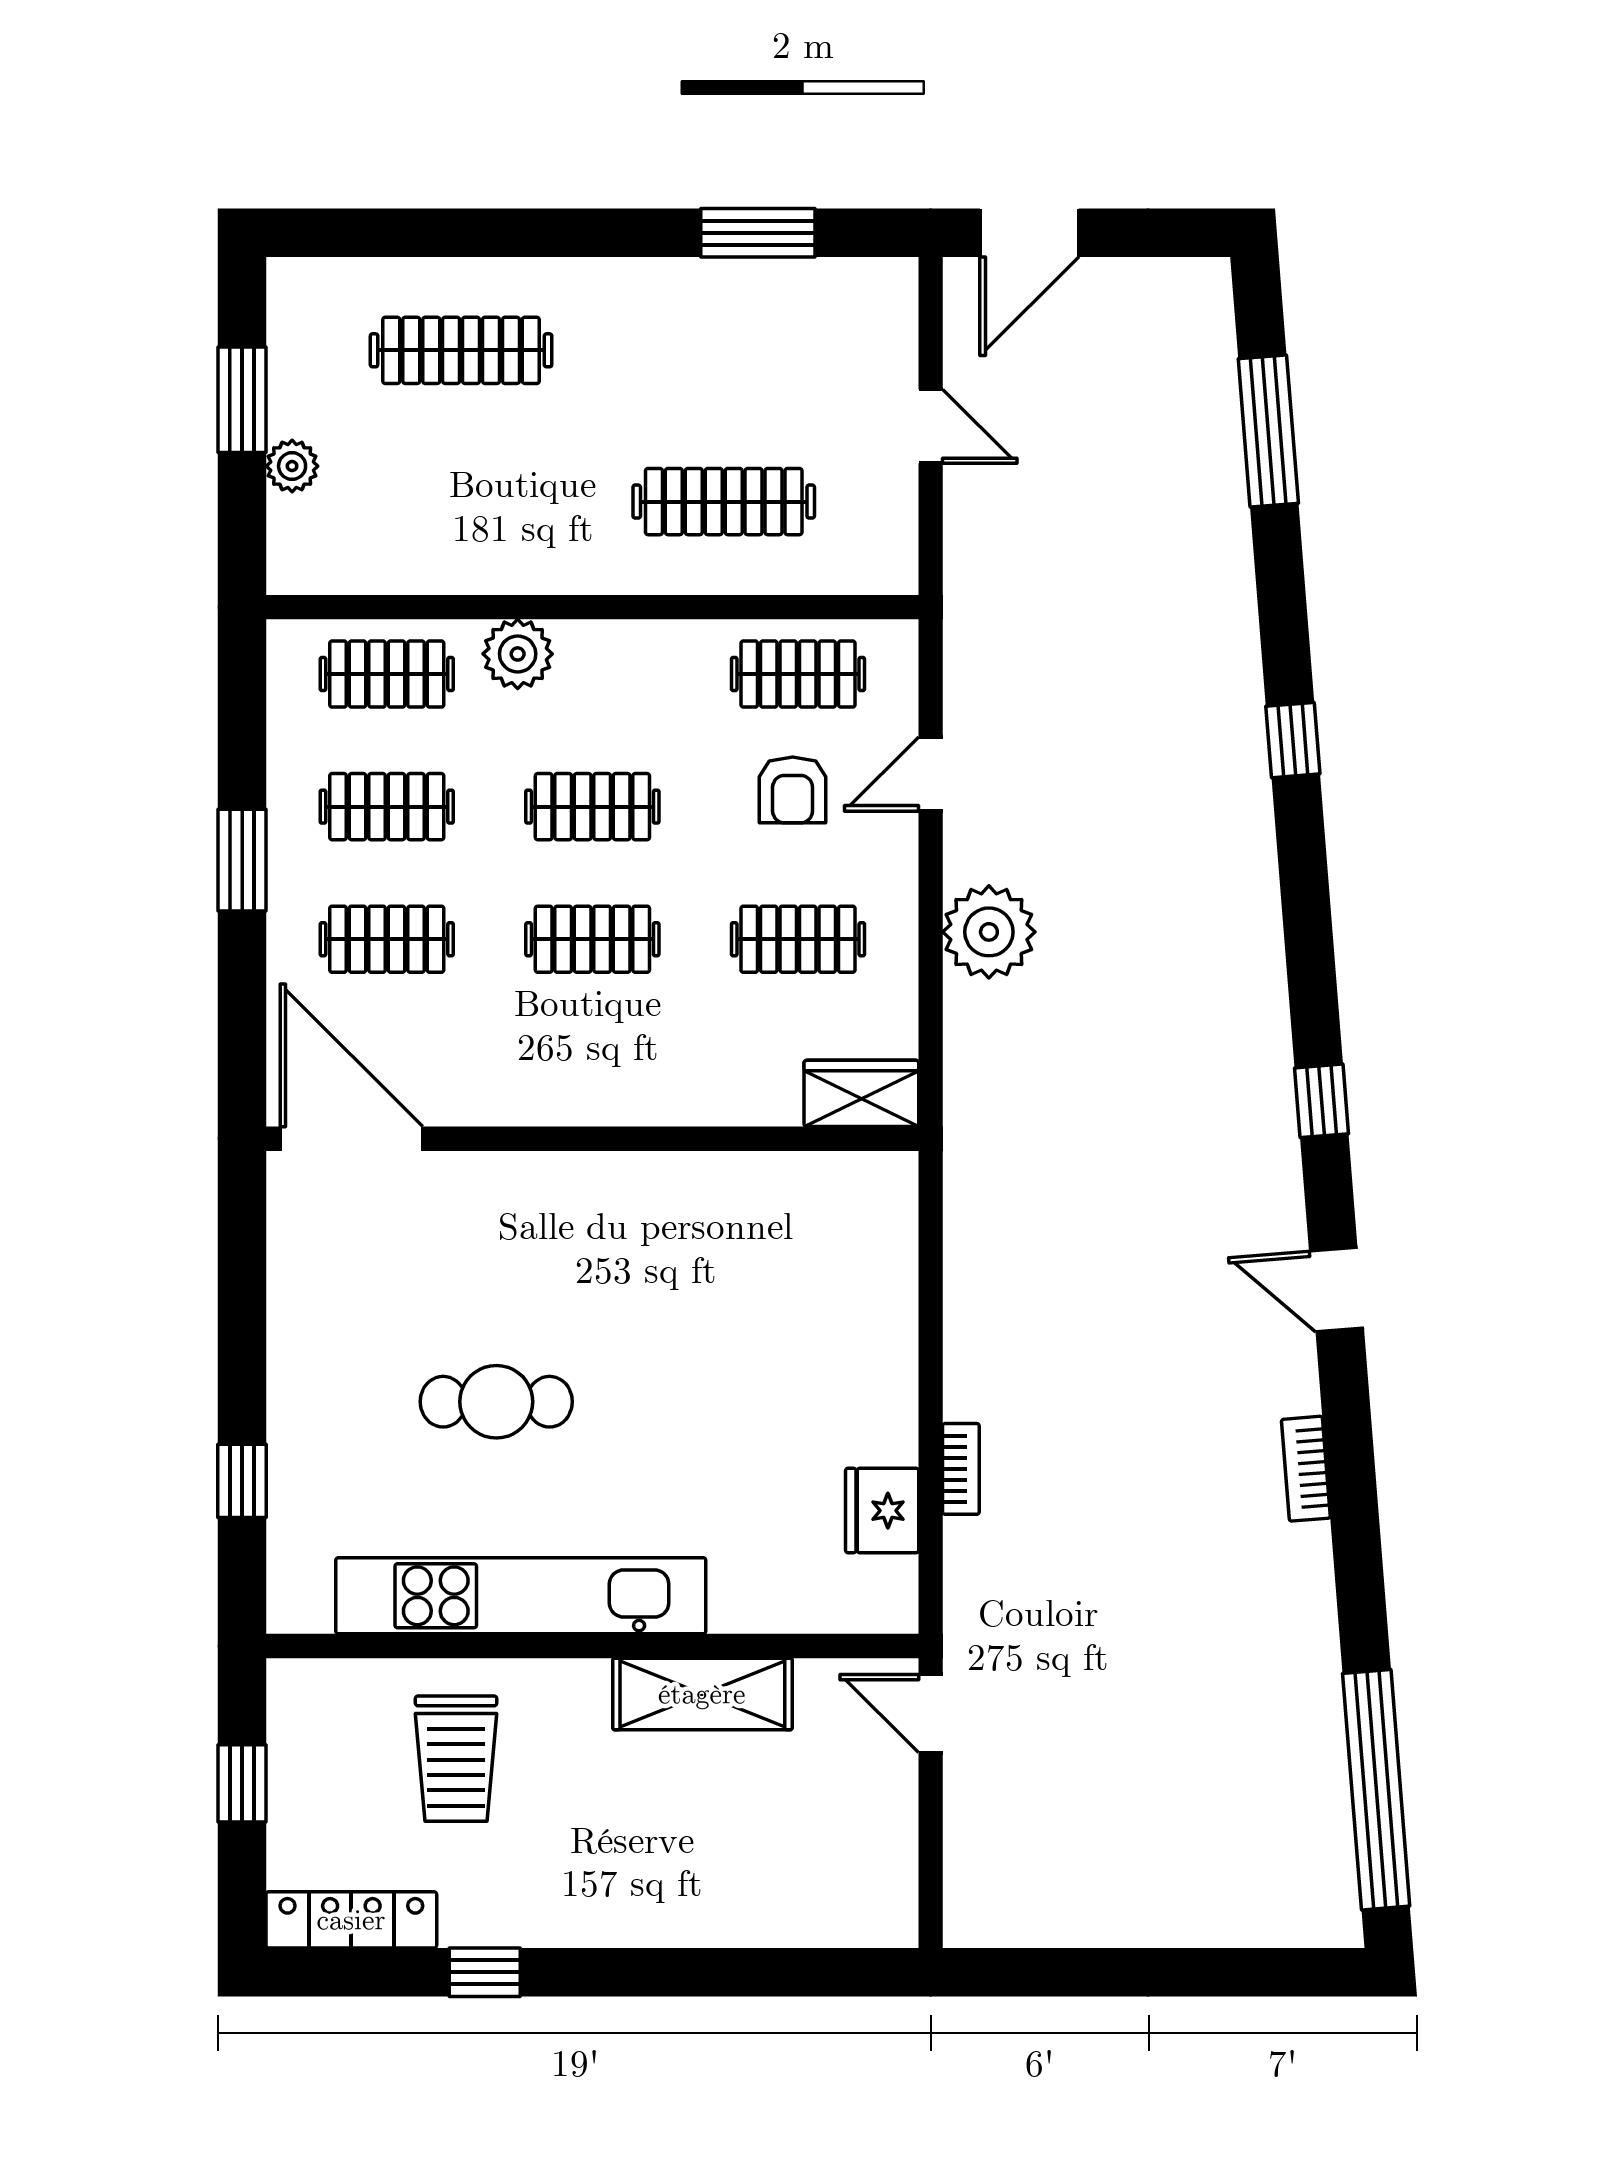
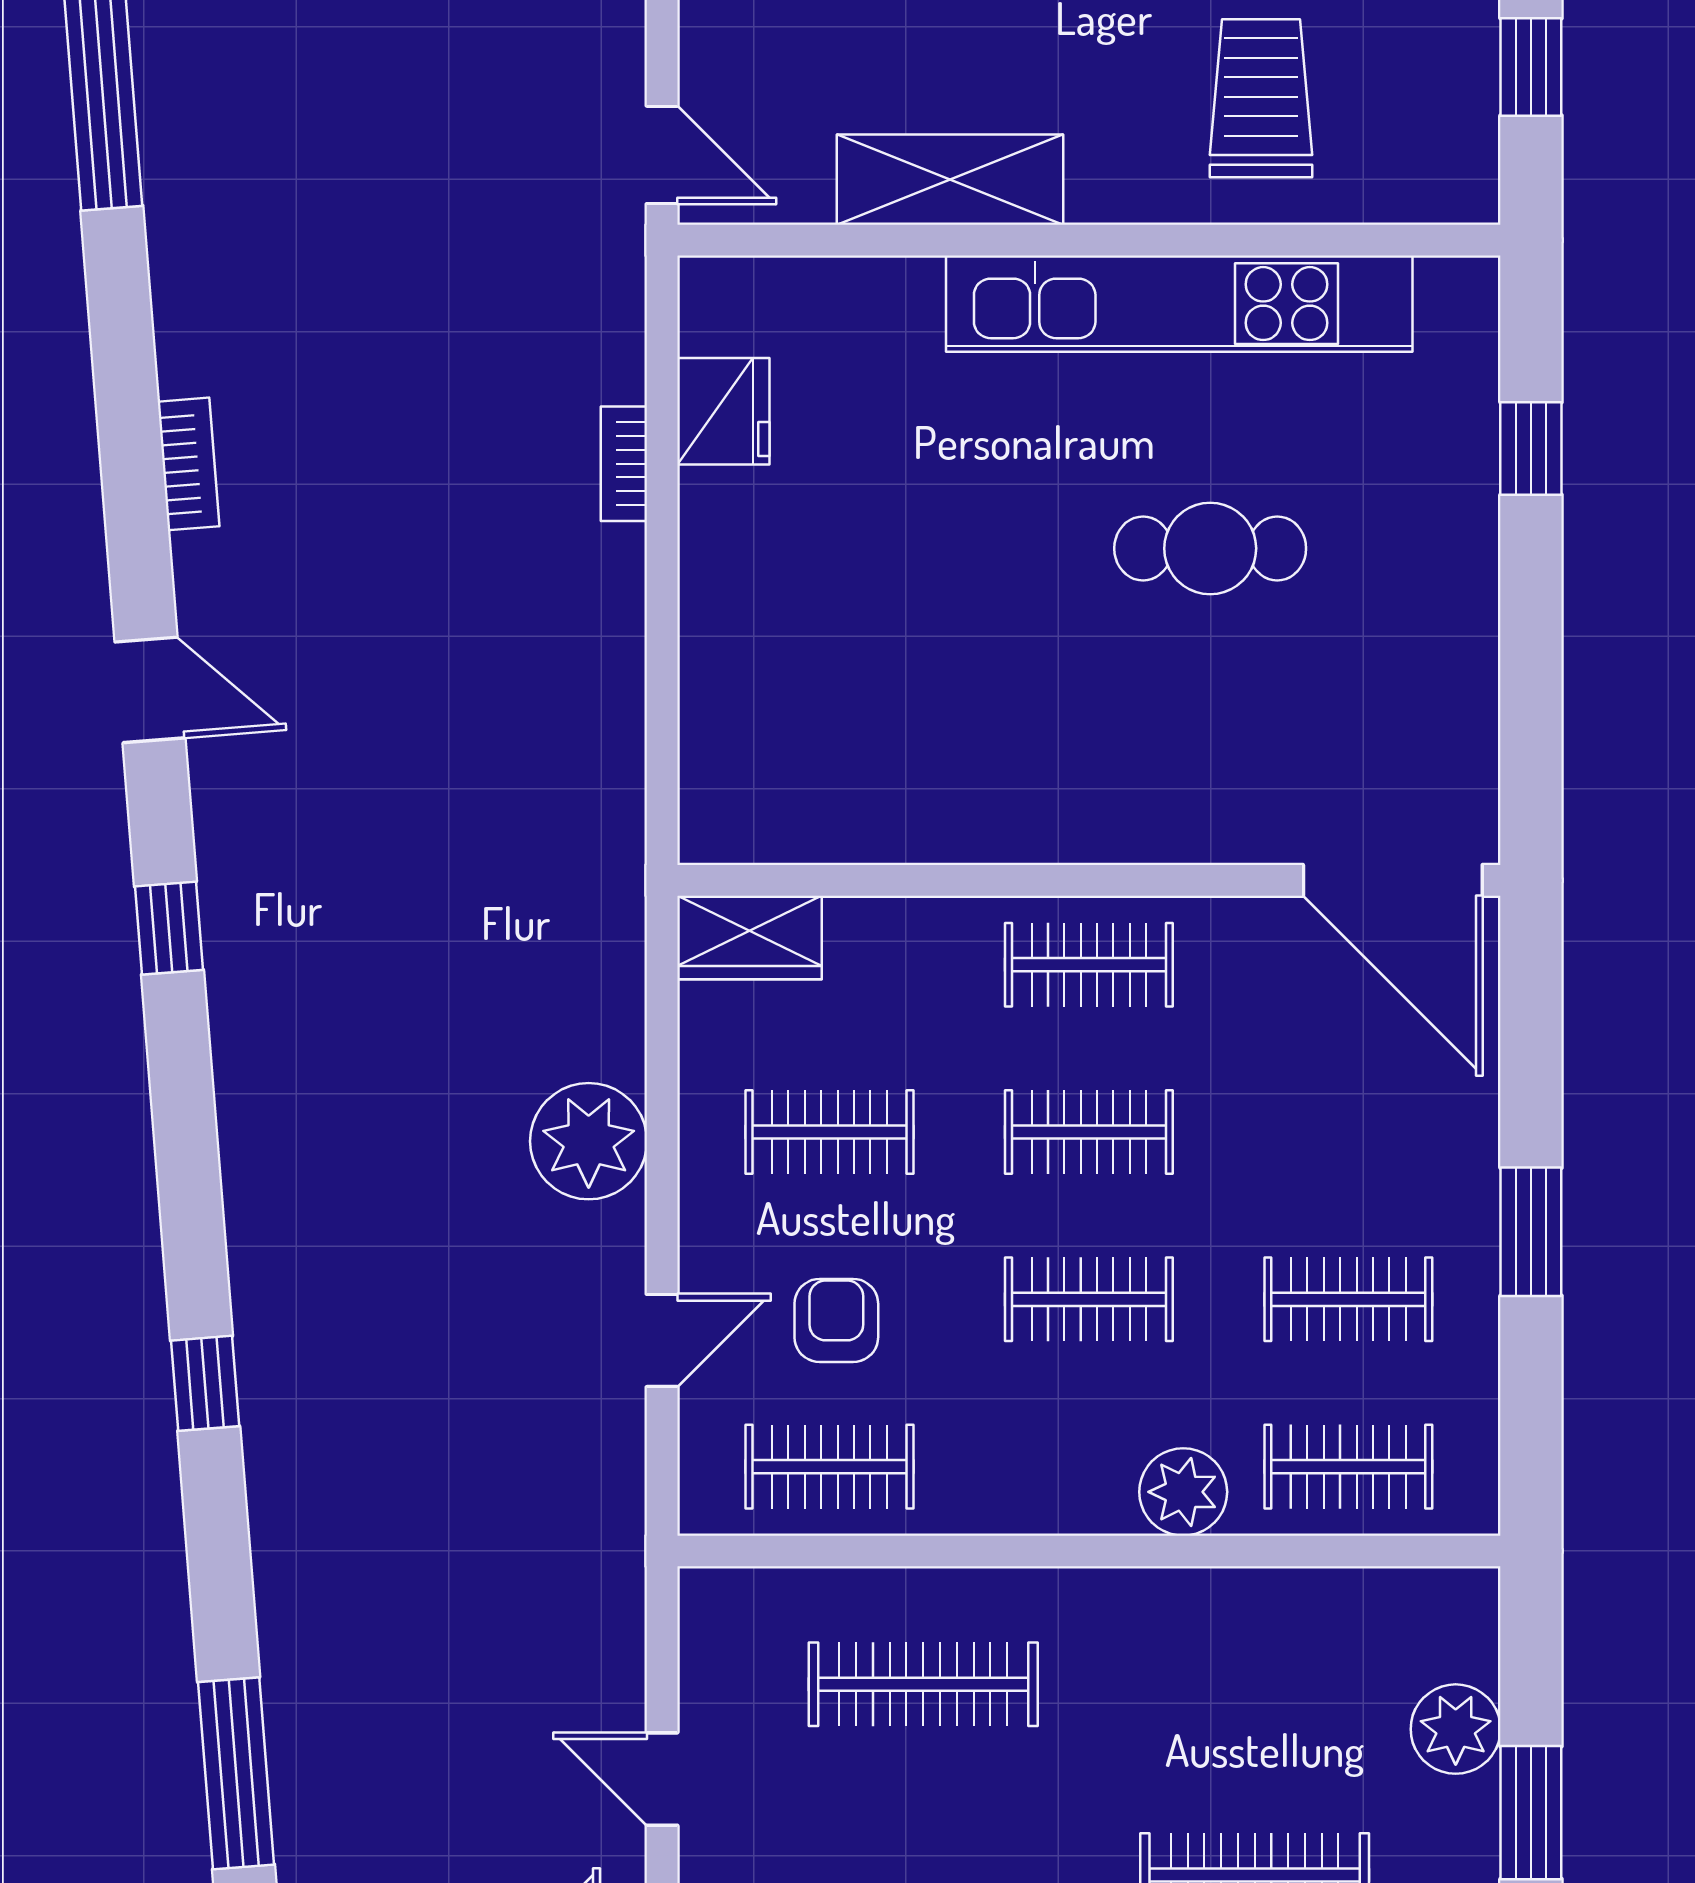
plant: (292, 466) -> (1456, 1729), width x1.38, depth x1.38
clothes rail: (387, 939) -> (1089, 965), moved

